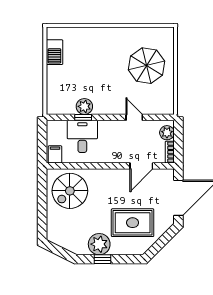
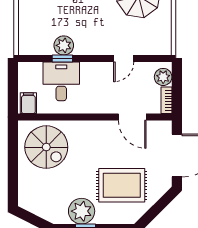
door: (134, 117) -> (124, 58), swing flipped
door: (141, 166) -> (132, 117), hinge flipped
spiral stairs: (70, 191) -> (46, 147), turned -90

